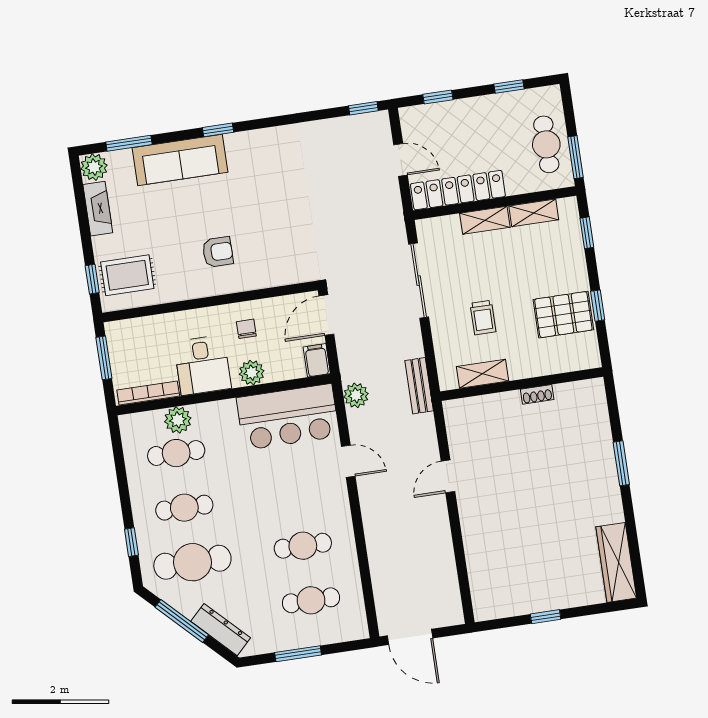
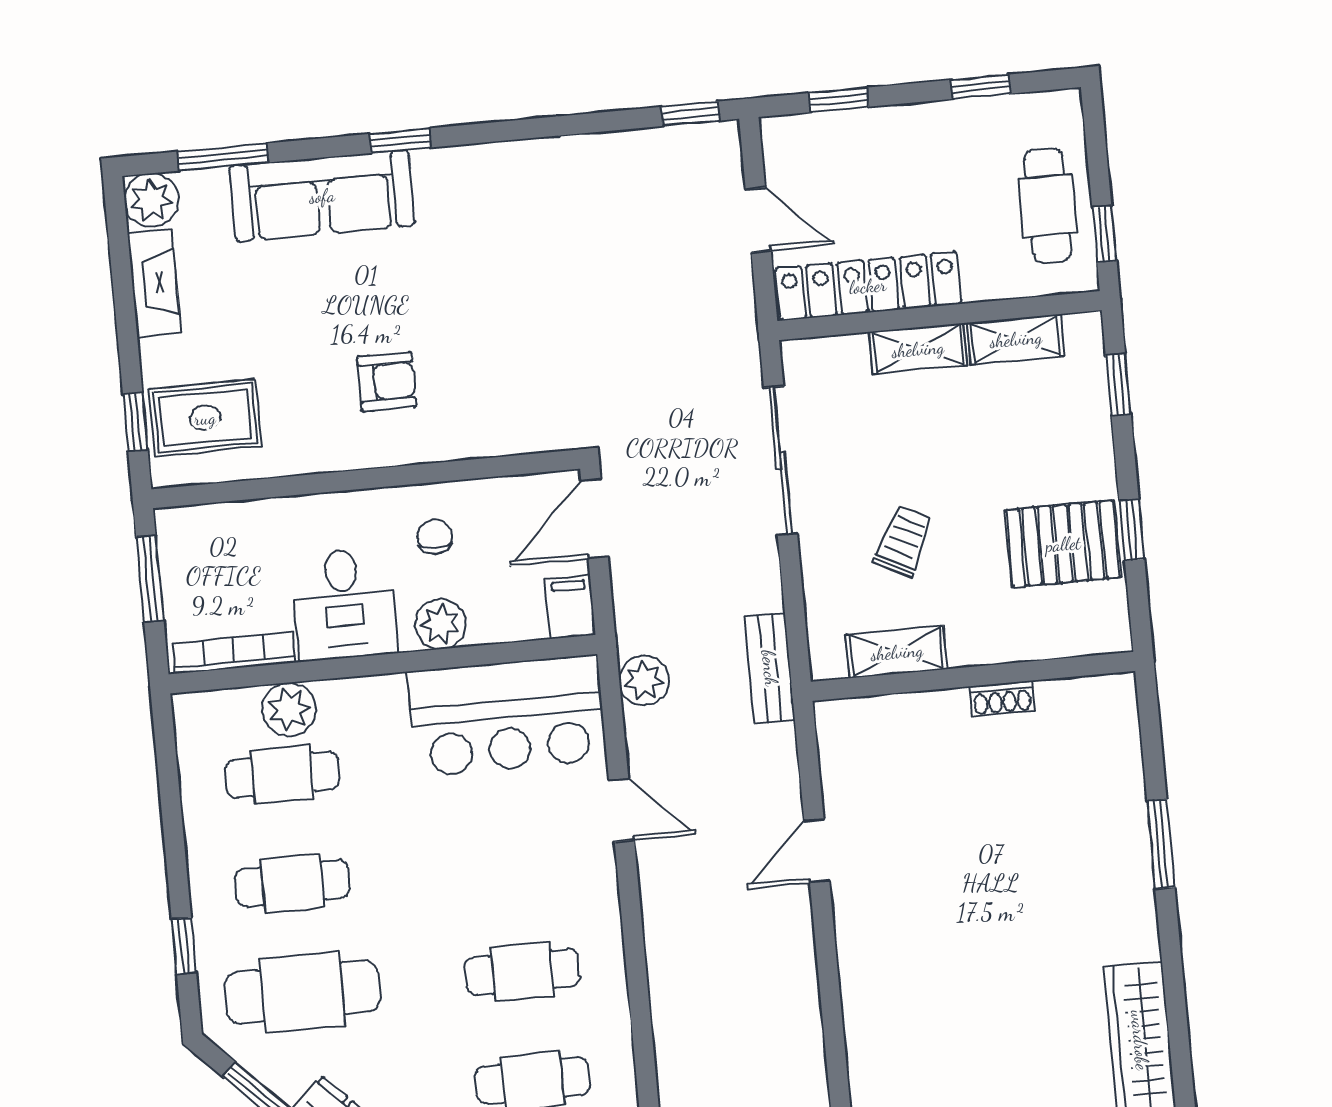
window: (576, 157) -> (1104, 234), width x0.67
trolley: (483, 318) -> (904, 541), turned -153

